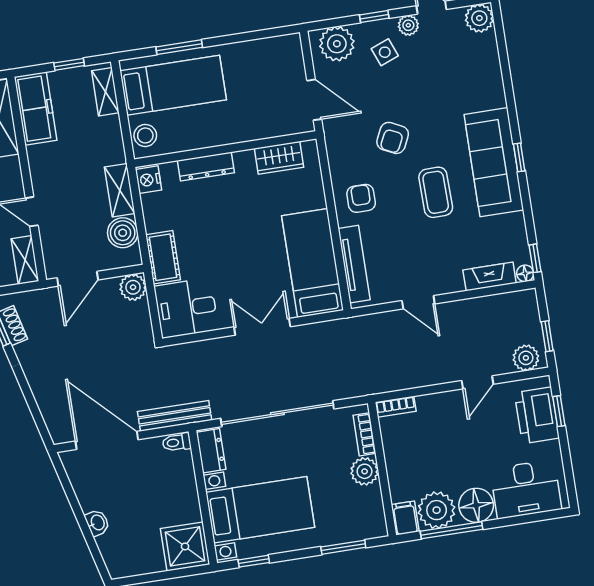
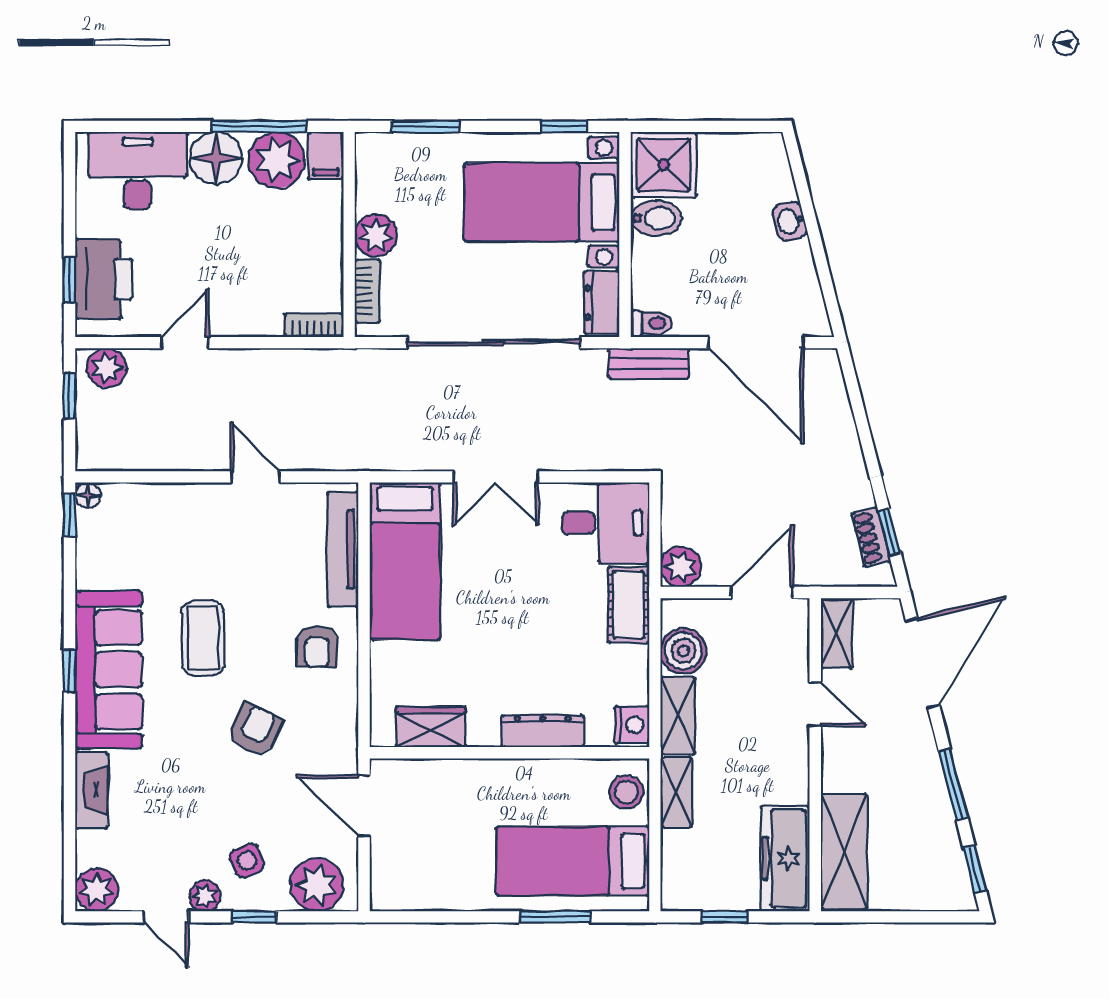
shelving: (105, 92) -> (676, 792), moved
fireplace: (490, 277) -> (91, 790), moved, turned -90
bench: (175, 416) -> (648, 364), width x0.73
bidet: (184, 511) -> (656, 218), added

